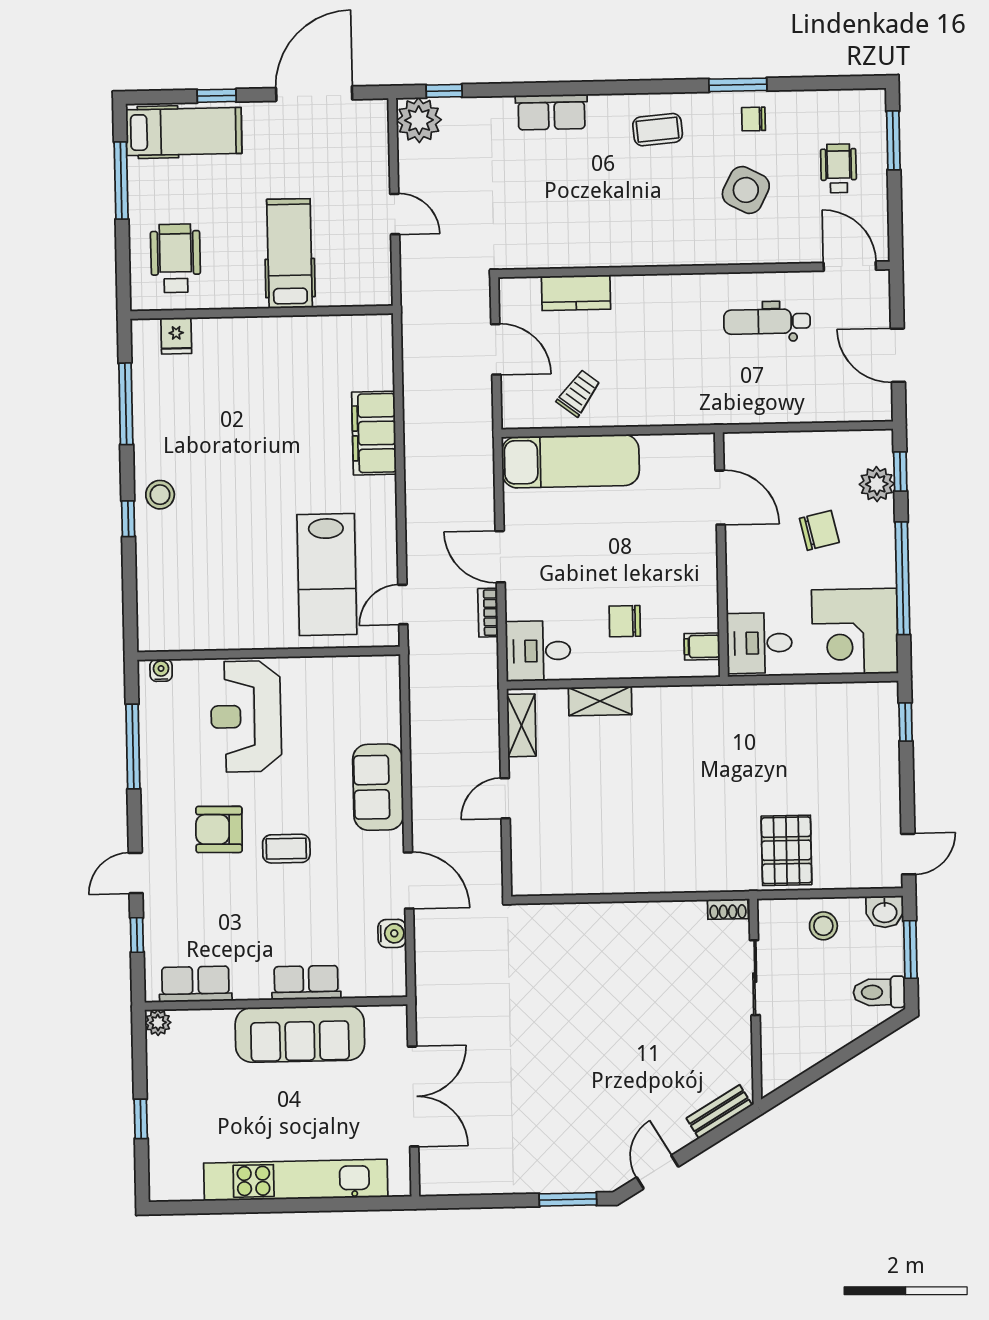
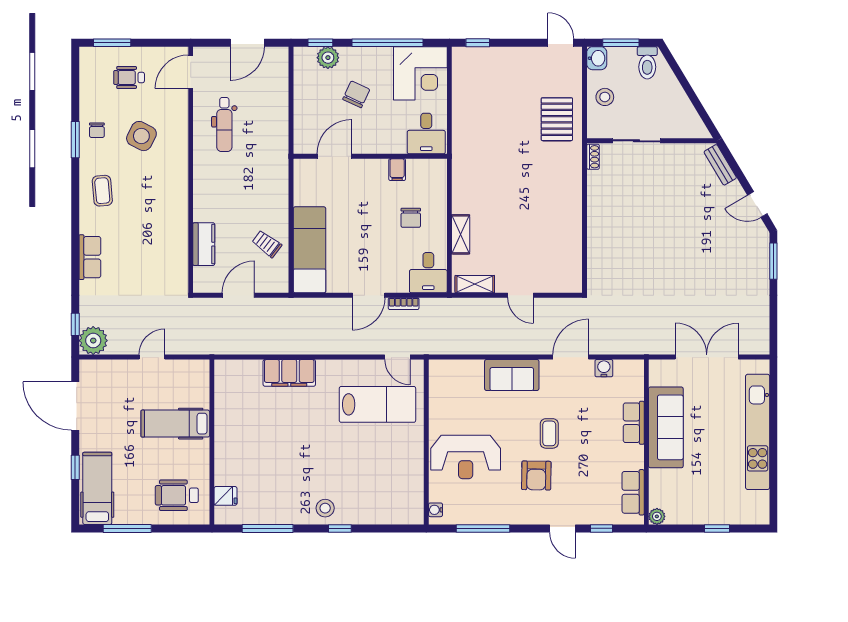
chair: (819, 530) -> (356, 94), turned 38
filing cabinet: (702, 646) -> (397, 170), moved
pallet: (786, 850) -> (557, 119), turned 90

